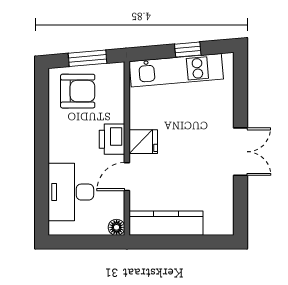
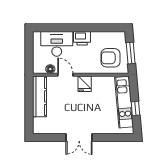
armchair: (78, 91) -> (111, 58), moved, turned 90
printer: (112, 139) -> (82, 38), moved, turned 180
floor lamp: (117, 227) -> (50, 69), moved

